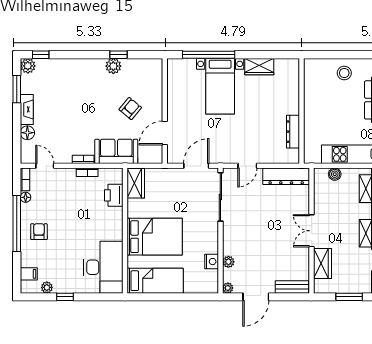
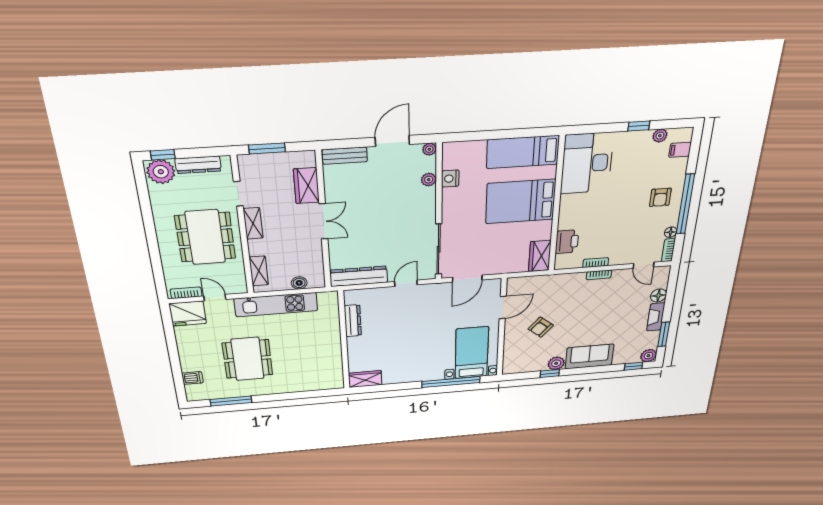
wardrobe: (259, 67) -> (365, 379), moved
stool: (344, 73) -> (297, 379), removed
bed with nightstands: (220, 86) -> (472, 353), moved
sofa: (116, 151) -> (589, 356), moved, turned 180

